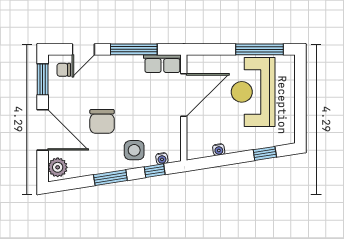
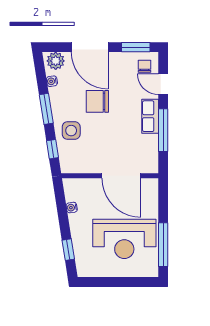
row of seats: (162, 64) -> (150, 116), moved
reception desk: (253, 92) -> (124, 239), turned 180
door: (43, 130) -> (90, 47), hinge flipped
water cooler: (162, 159) -> (52, 81), moved

